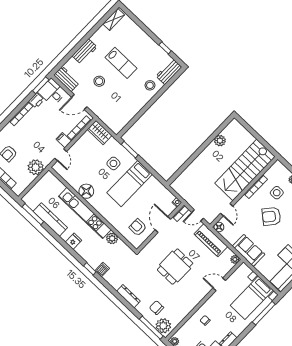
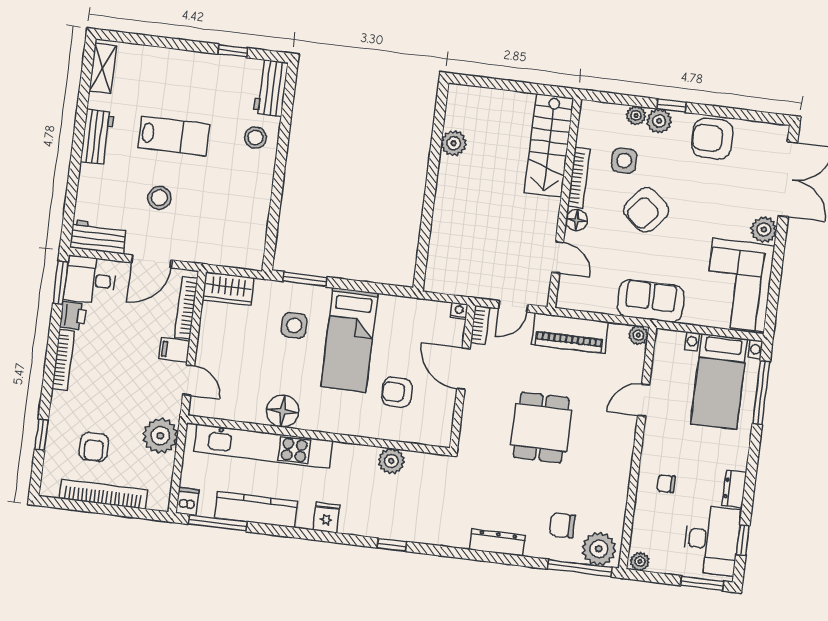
workbench: (85, 51) -> (97, 137), moved
stairs: (245, 170) -> (549, 145), width x0.73, depth x0.66
kitchen unit: (85, 213) -> (263, 446), moved
armchair: (138, 227) -> (397, 392), moved
floor lamp: (219, 227) -> (577, 220), moved
dishwasher: (102, 270) -> (187, 501), moved

